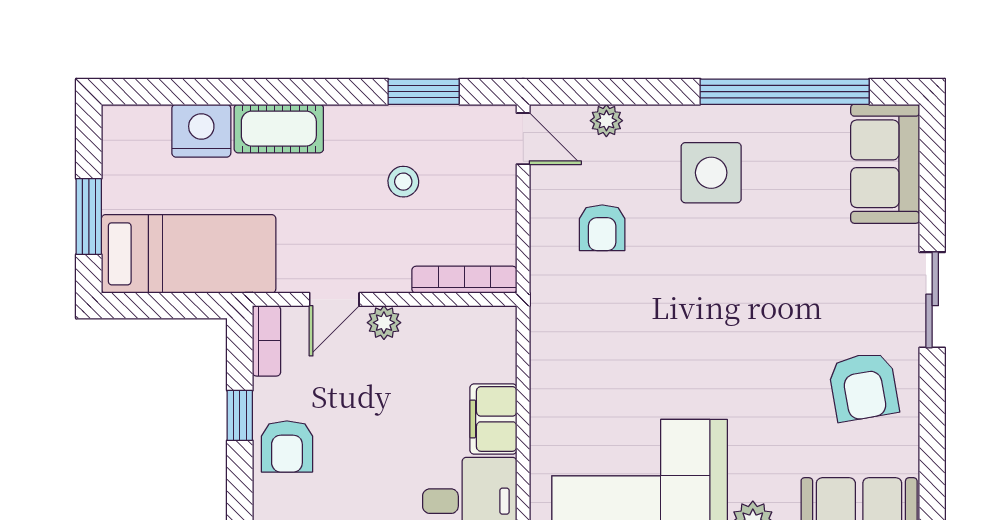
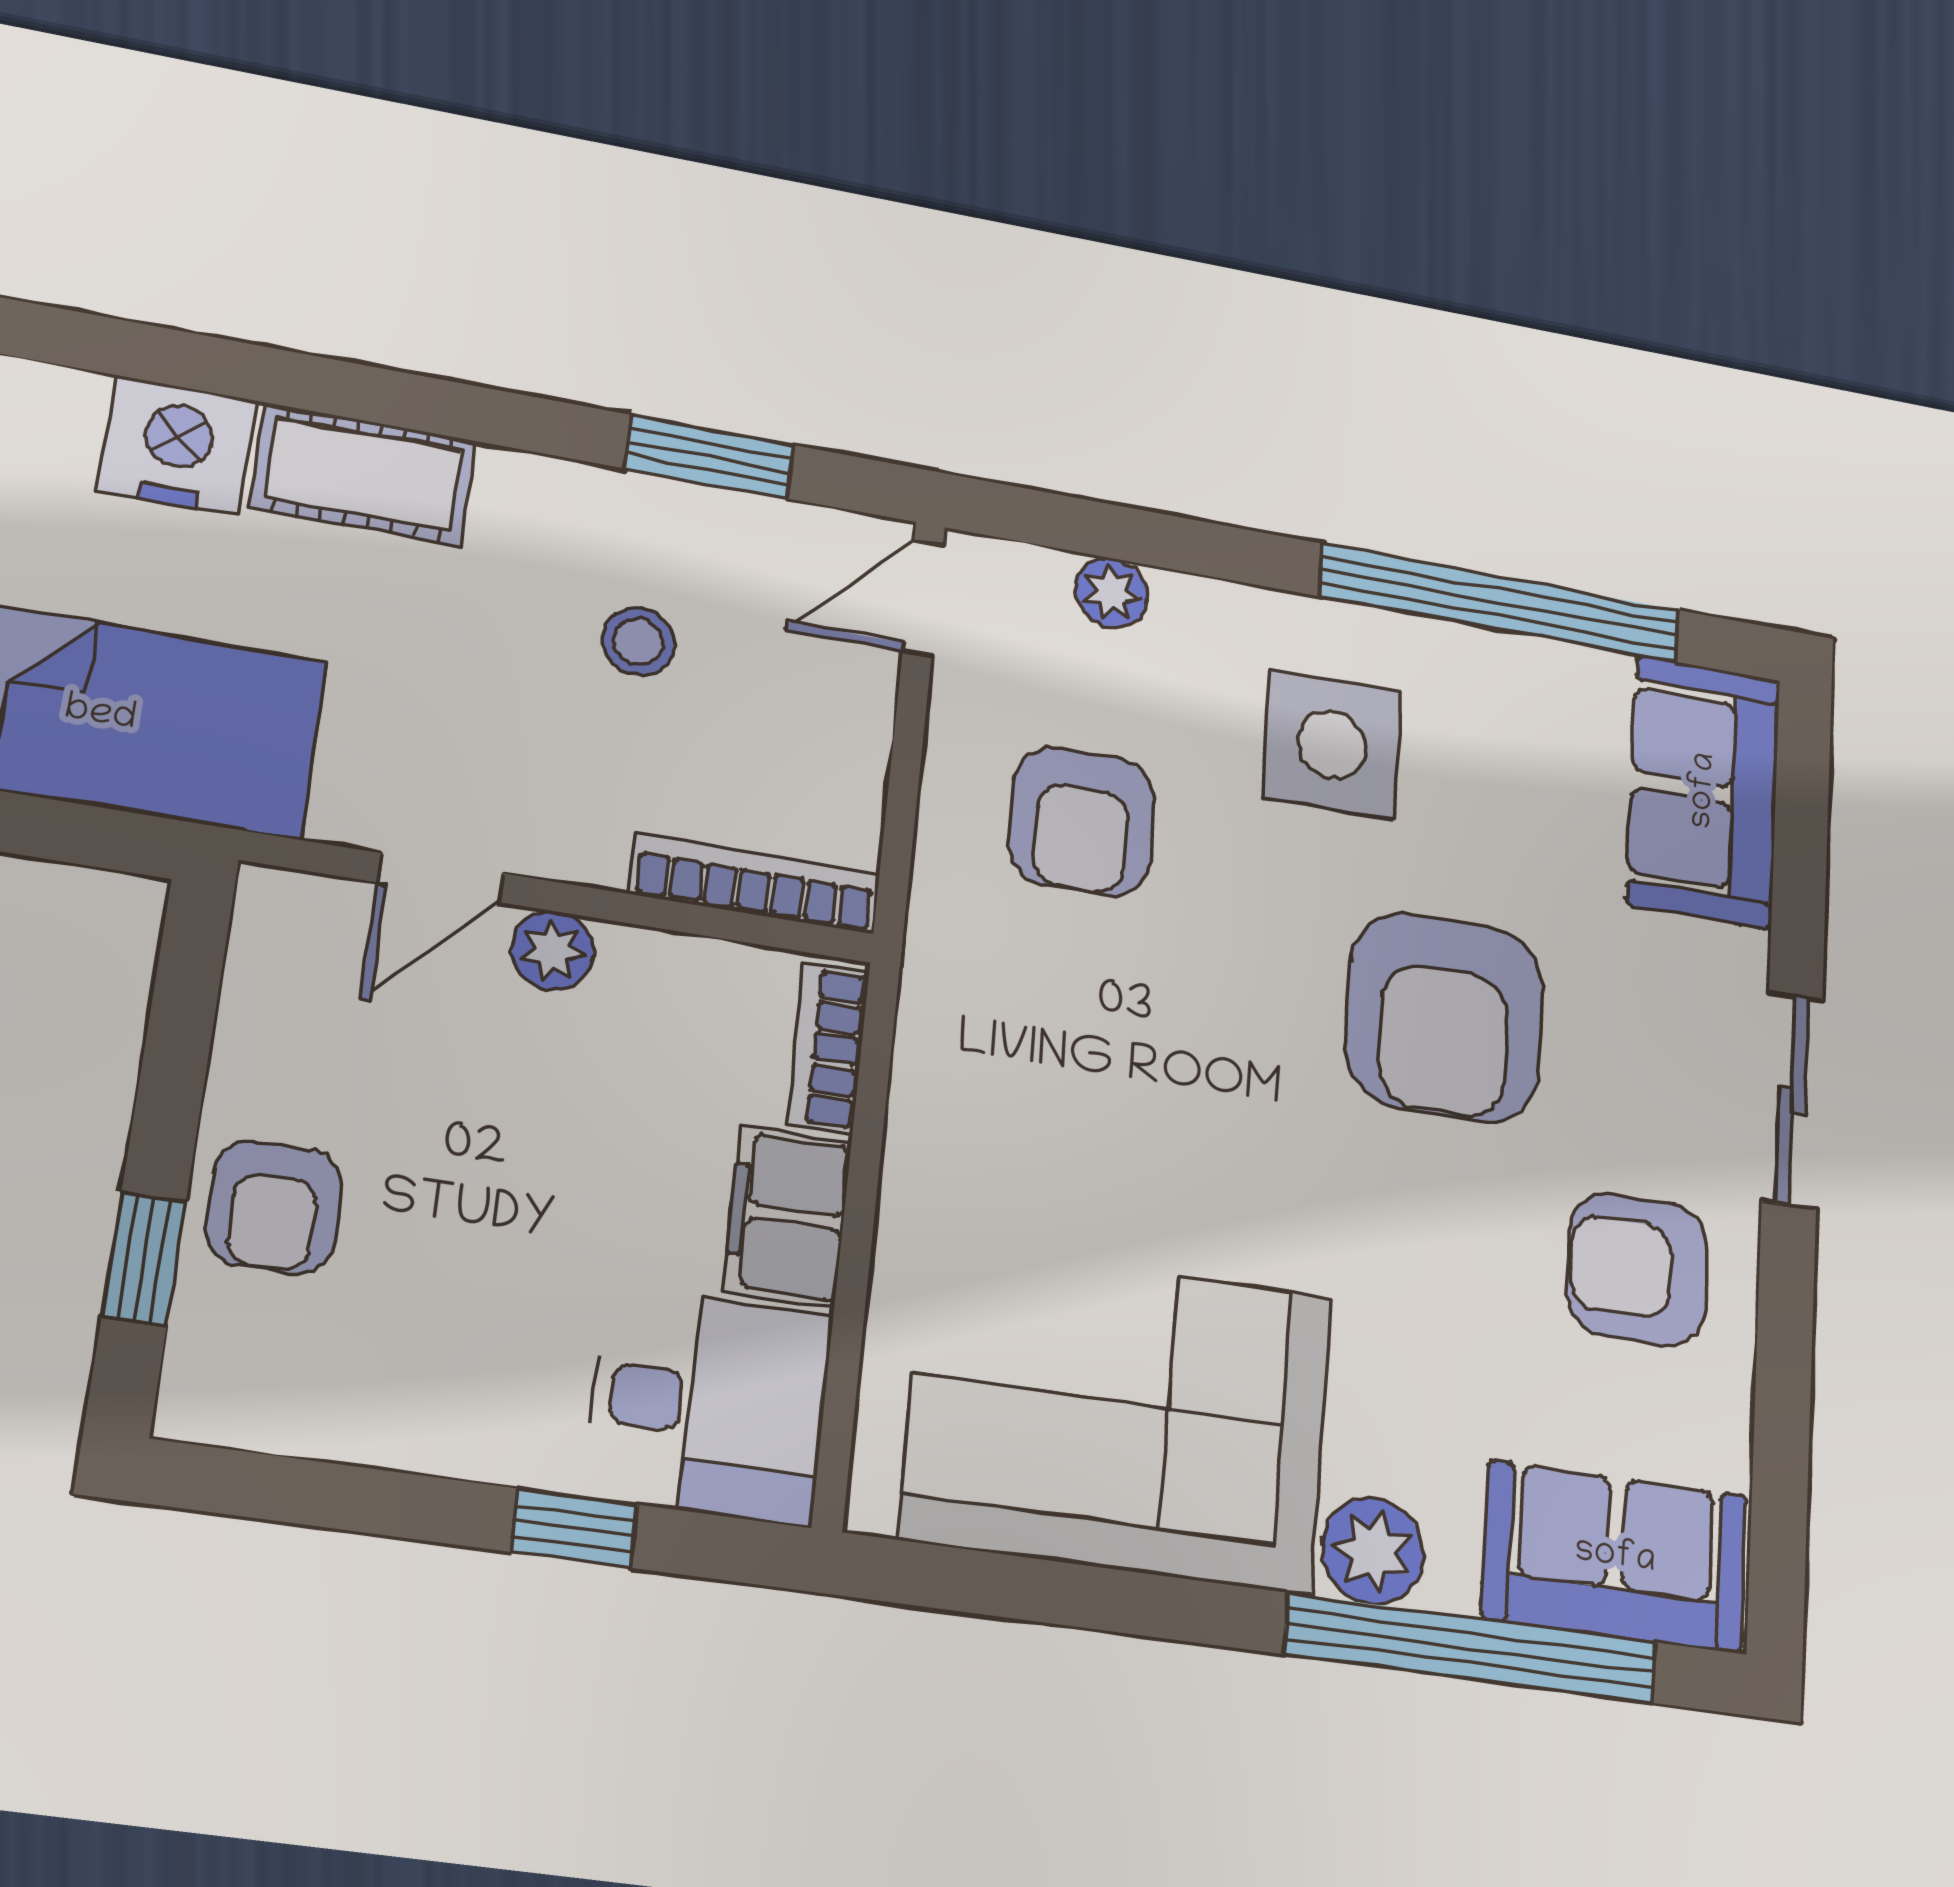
door: (523, 139) -> (923, 598), swing flipped
armchair: (602, 228) -> (1082, 822), width x1.38, depth x1.38
armchair: (770, 288) -> (1444, 1017), added
bookcase: (266, 341) -> (828, 1048), moved, turned 180
armchair: (863, 387) -> (1637, 1269), turned 100
window: (240, 415) -> (144, 1259), moved

